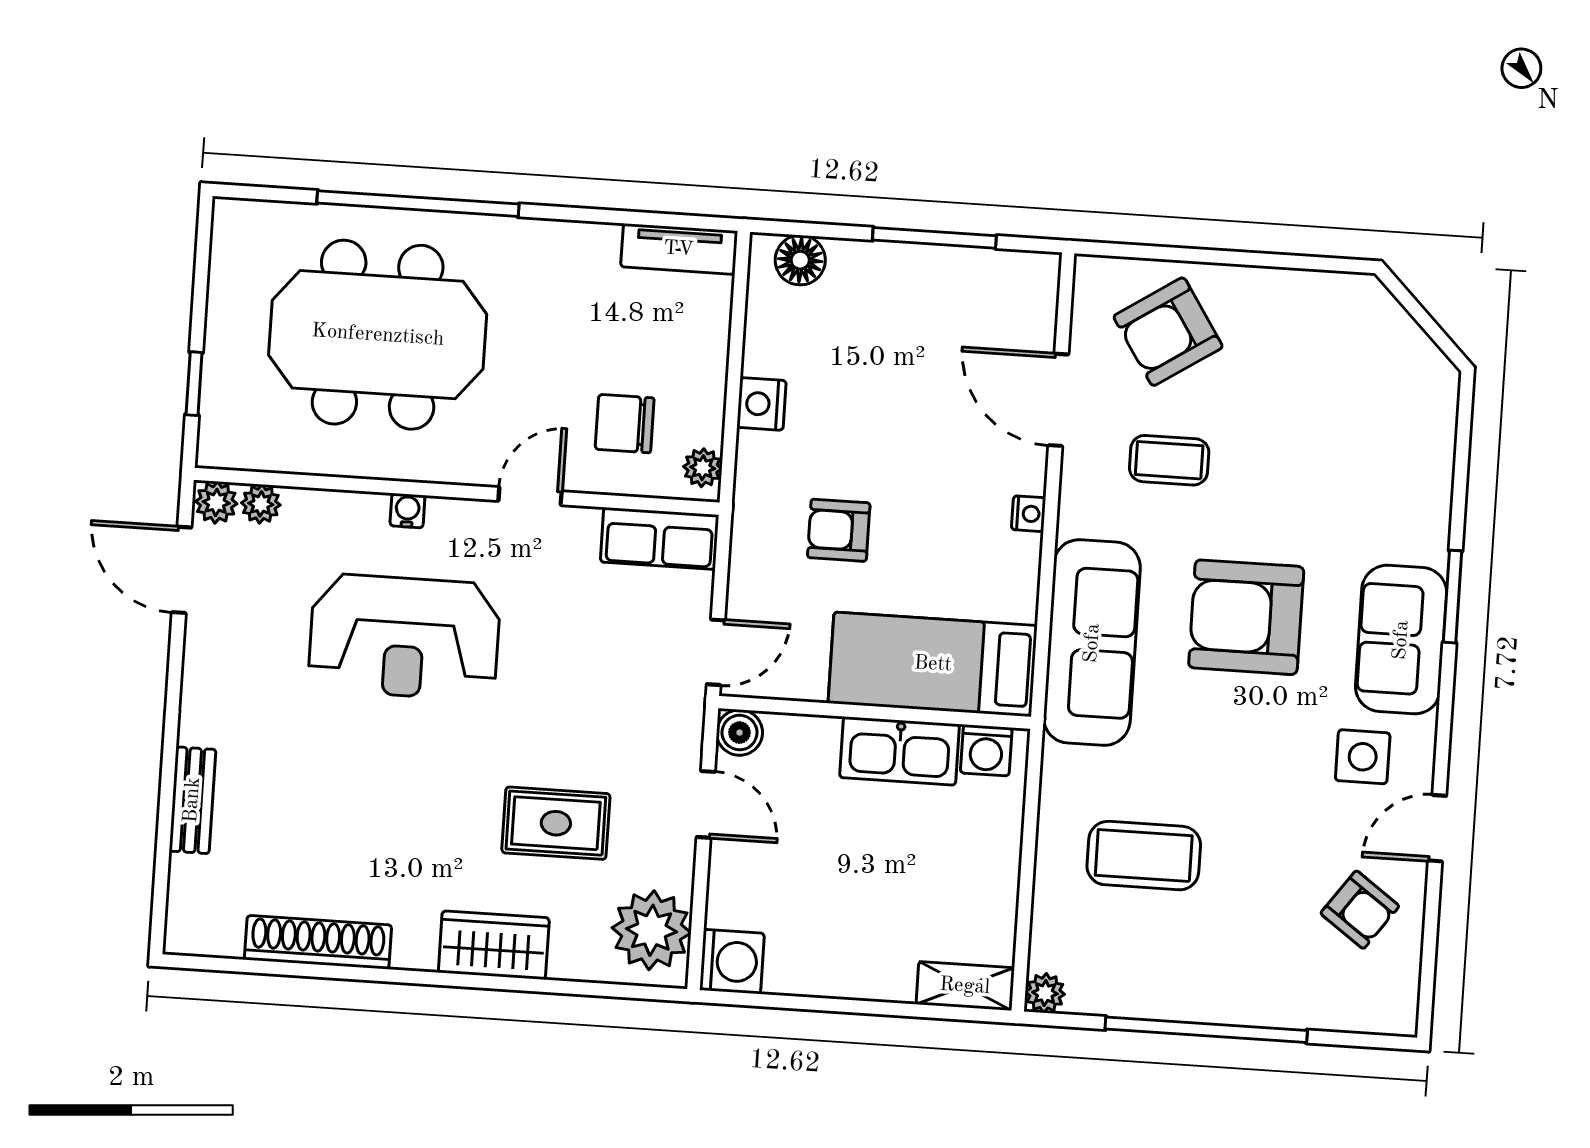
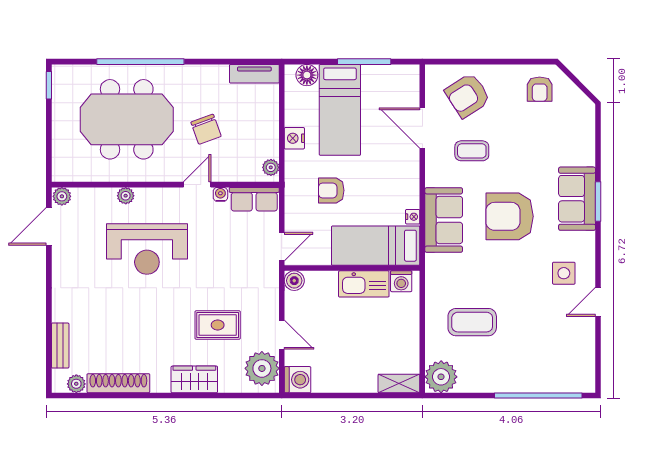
bed: (871, 345) -> (340, 110), added
window: (194, 384) -> (49, 85), moved
chair: (625, 424) -> (206, 129), moved, turned -110
plant: (261, 504) -> (126, 196), moved
water cooler: (407, 511) -> (220, 194), moved
nightstand: (1029, 514) -> (413, 217), moved
door: (182, 570) -> (49, 226), hinge flipped
sofa: (1401, 640) -> (577, 199), moved
sofa: (1092, 643) -> (444, 220), width x0.73
bench: (192, 800) -> (60, 346), moved
door: (706, 804) -> (282, 335), moved
armchair: (1360, 910) -> (540, 89), moved, turned 54
plant: (221, 937) -> (76, 384), added
plant: (1045, 993) -> (441, 377), width x1.88, depth x1.88
window: (1206, 1030) -> (538, 395), moved

